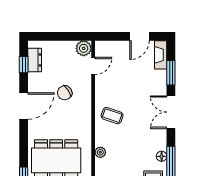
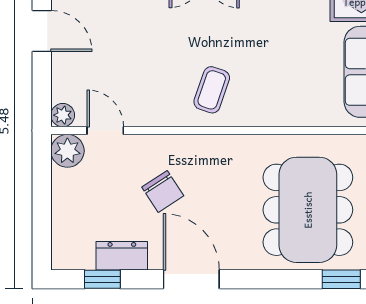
dresser: (35, 60) -> (122, 256), moved
plant: (100, 152) -> (63, 115), moved

